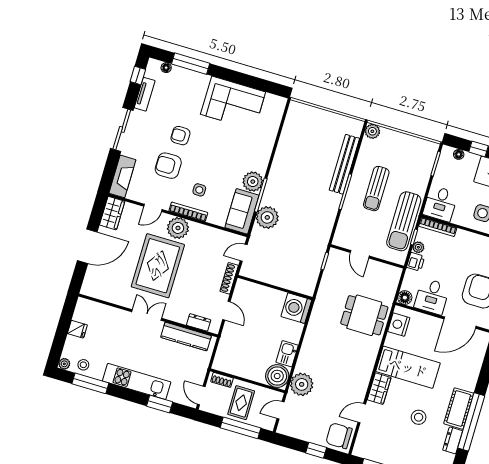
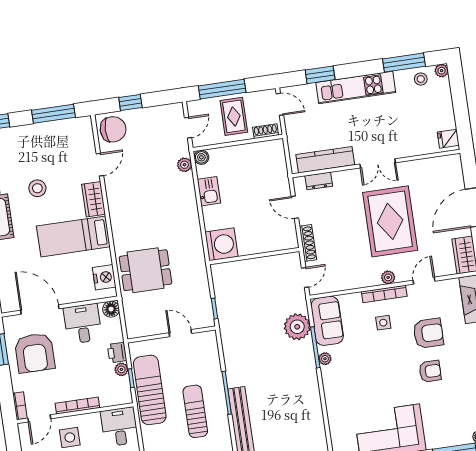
plant: (253, 182) -> (325, 359), width x0.53, depth x0.53
bookcase: (438, 227) -> (77, 405), moved
plant: (178, 228) -> (388, 277), width x0.53, depth x0.53
door: (460, 323) -> (40, 310), hinge flipped
fridge: (77, 329) -> (448, 139), moved
boiler: (277, 376) -> (201, 157), width x0.54, depth x0.54
plant: (302, 384) -> (184, 165), width x0.53, depth x0.53

